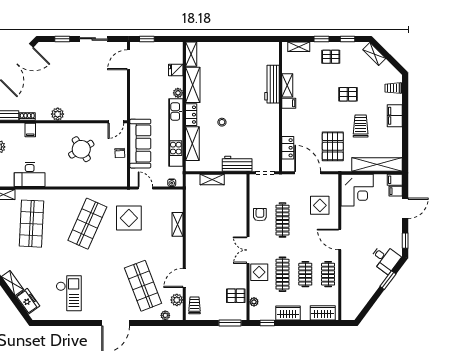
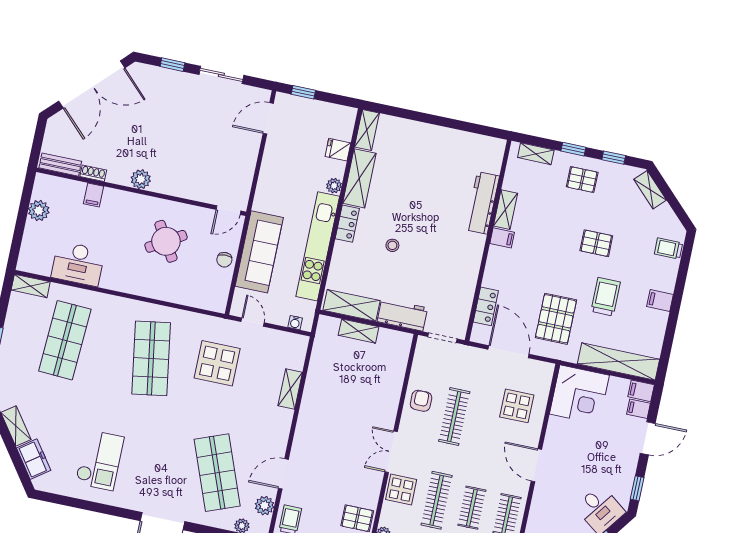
filing cabinet: (395, 116) -> (660, 301), width x0.50
shelving: (192, 144) -> (352, 305), moved, turned 90
shop shelf: (87, 224) -> (151, 358), turned -33

